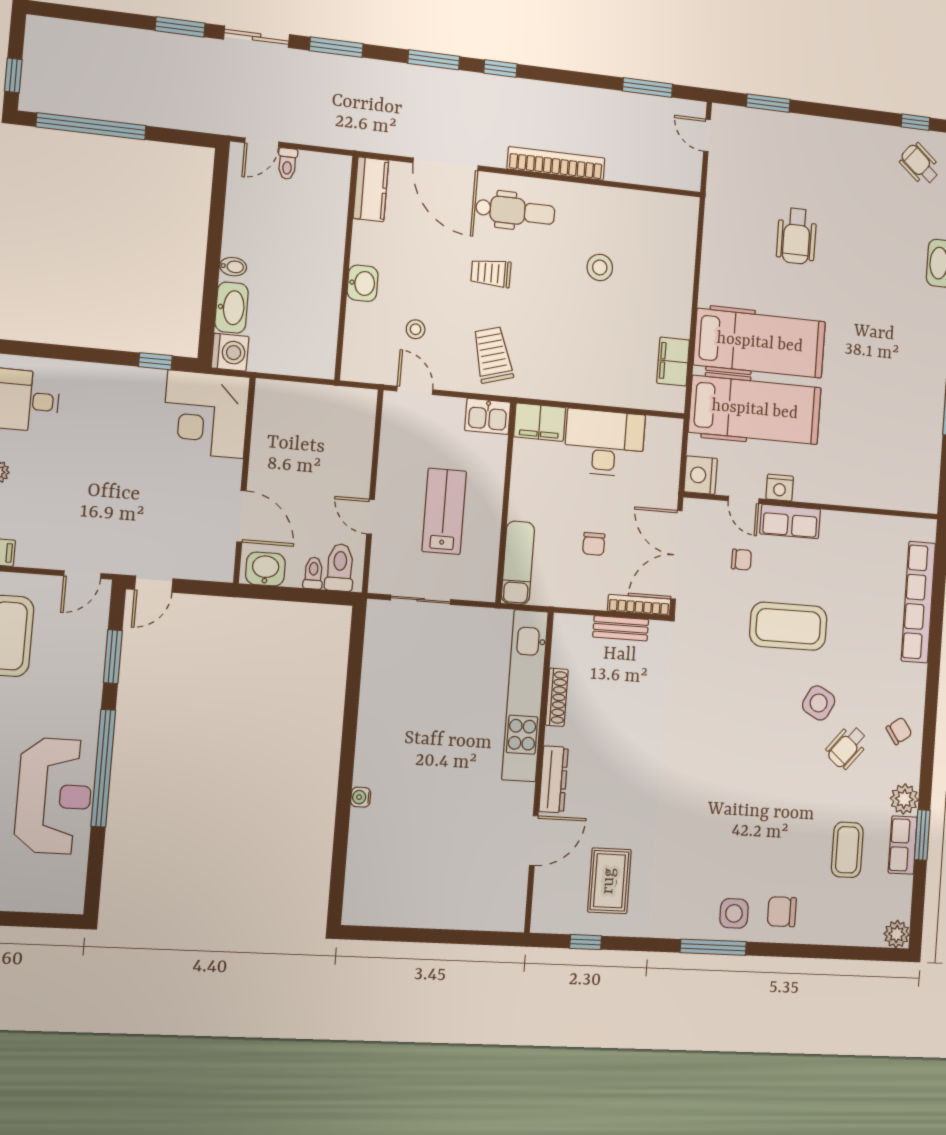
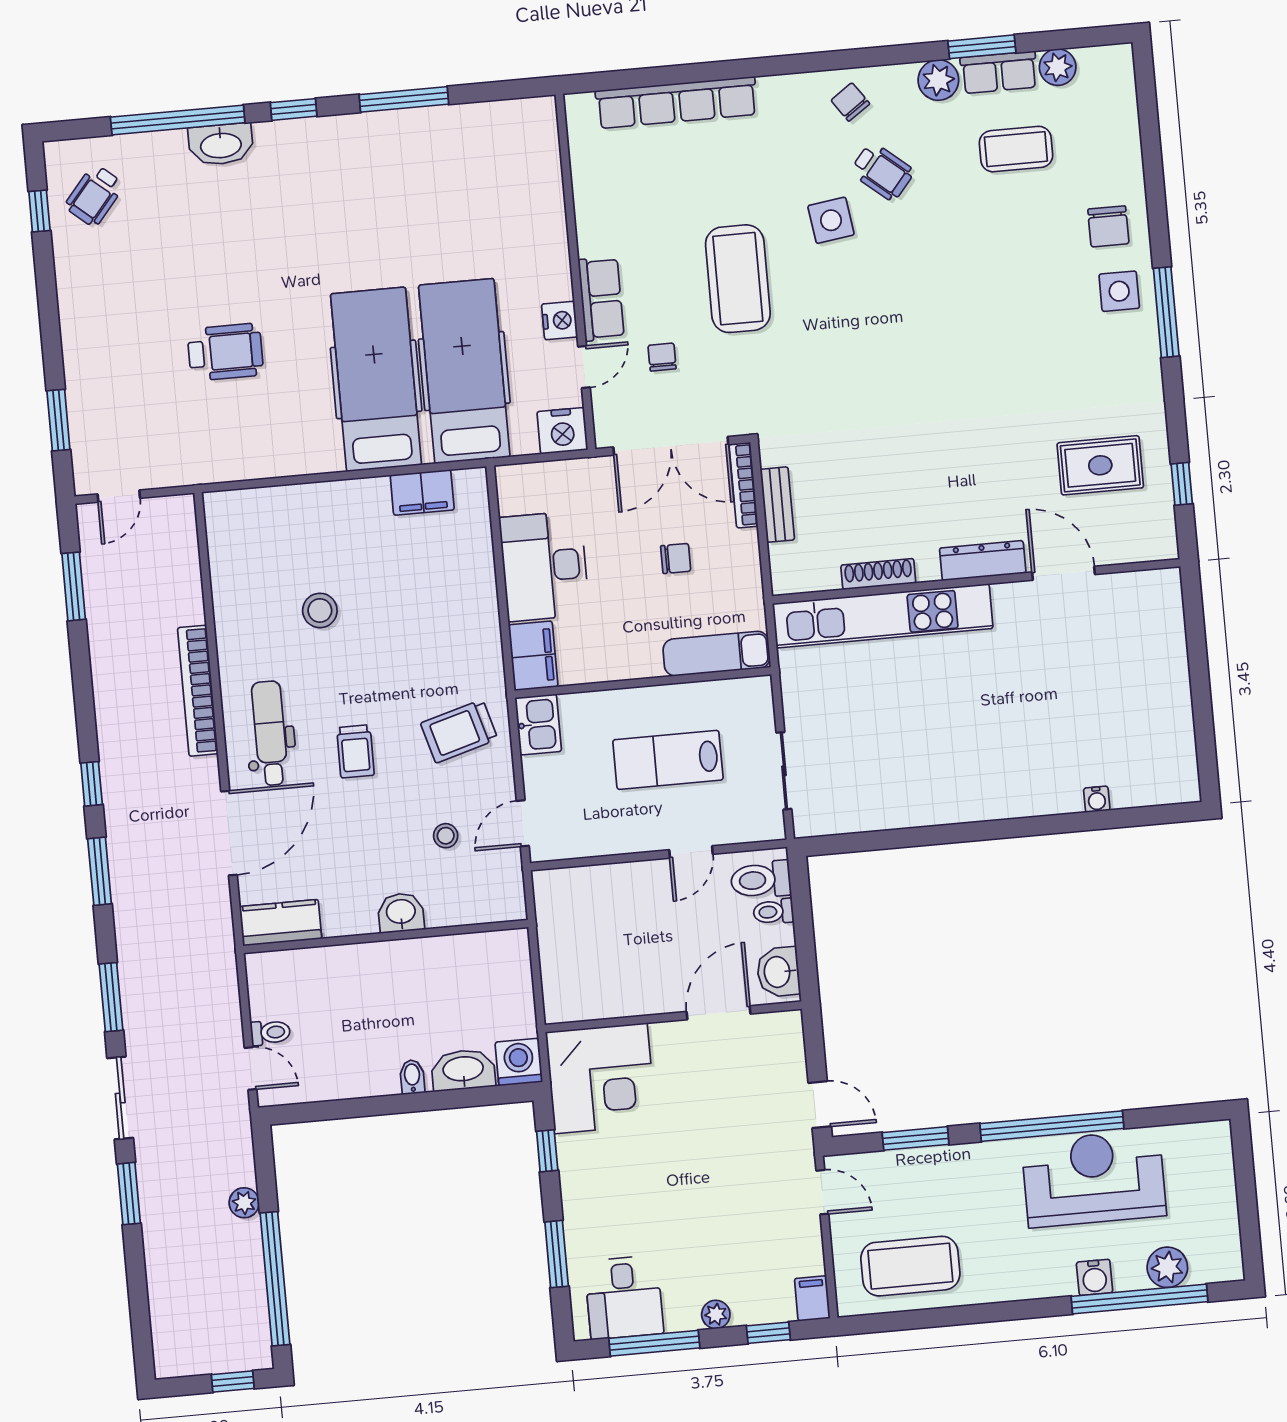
plant: (157, 115) -> (244, 1203), added
window: (71, 353) -> (557, 1254), added
side table: (819, 703) -> (831, 220), turned -36
water cooler: (361, 797) -> (1097, 799), moved
plant: (897, 934) -> (1058, 67), moved

